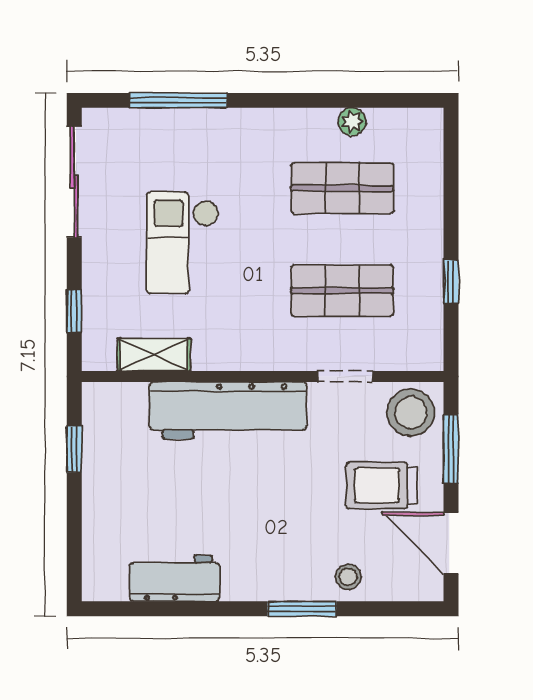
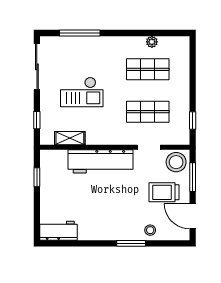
checkout: (183, 243) -> (82, 92), turned -90
window: (451, 282) -> (193, 121), moved
workbench: (175, 578) -> (58, 231), moved

